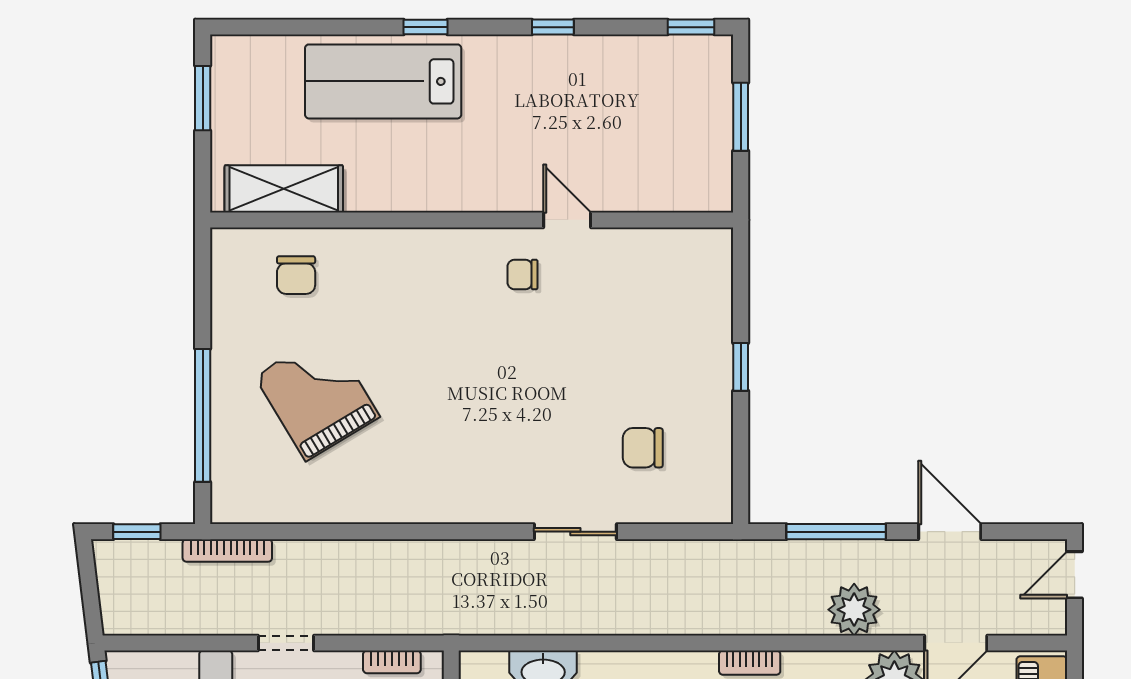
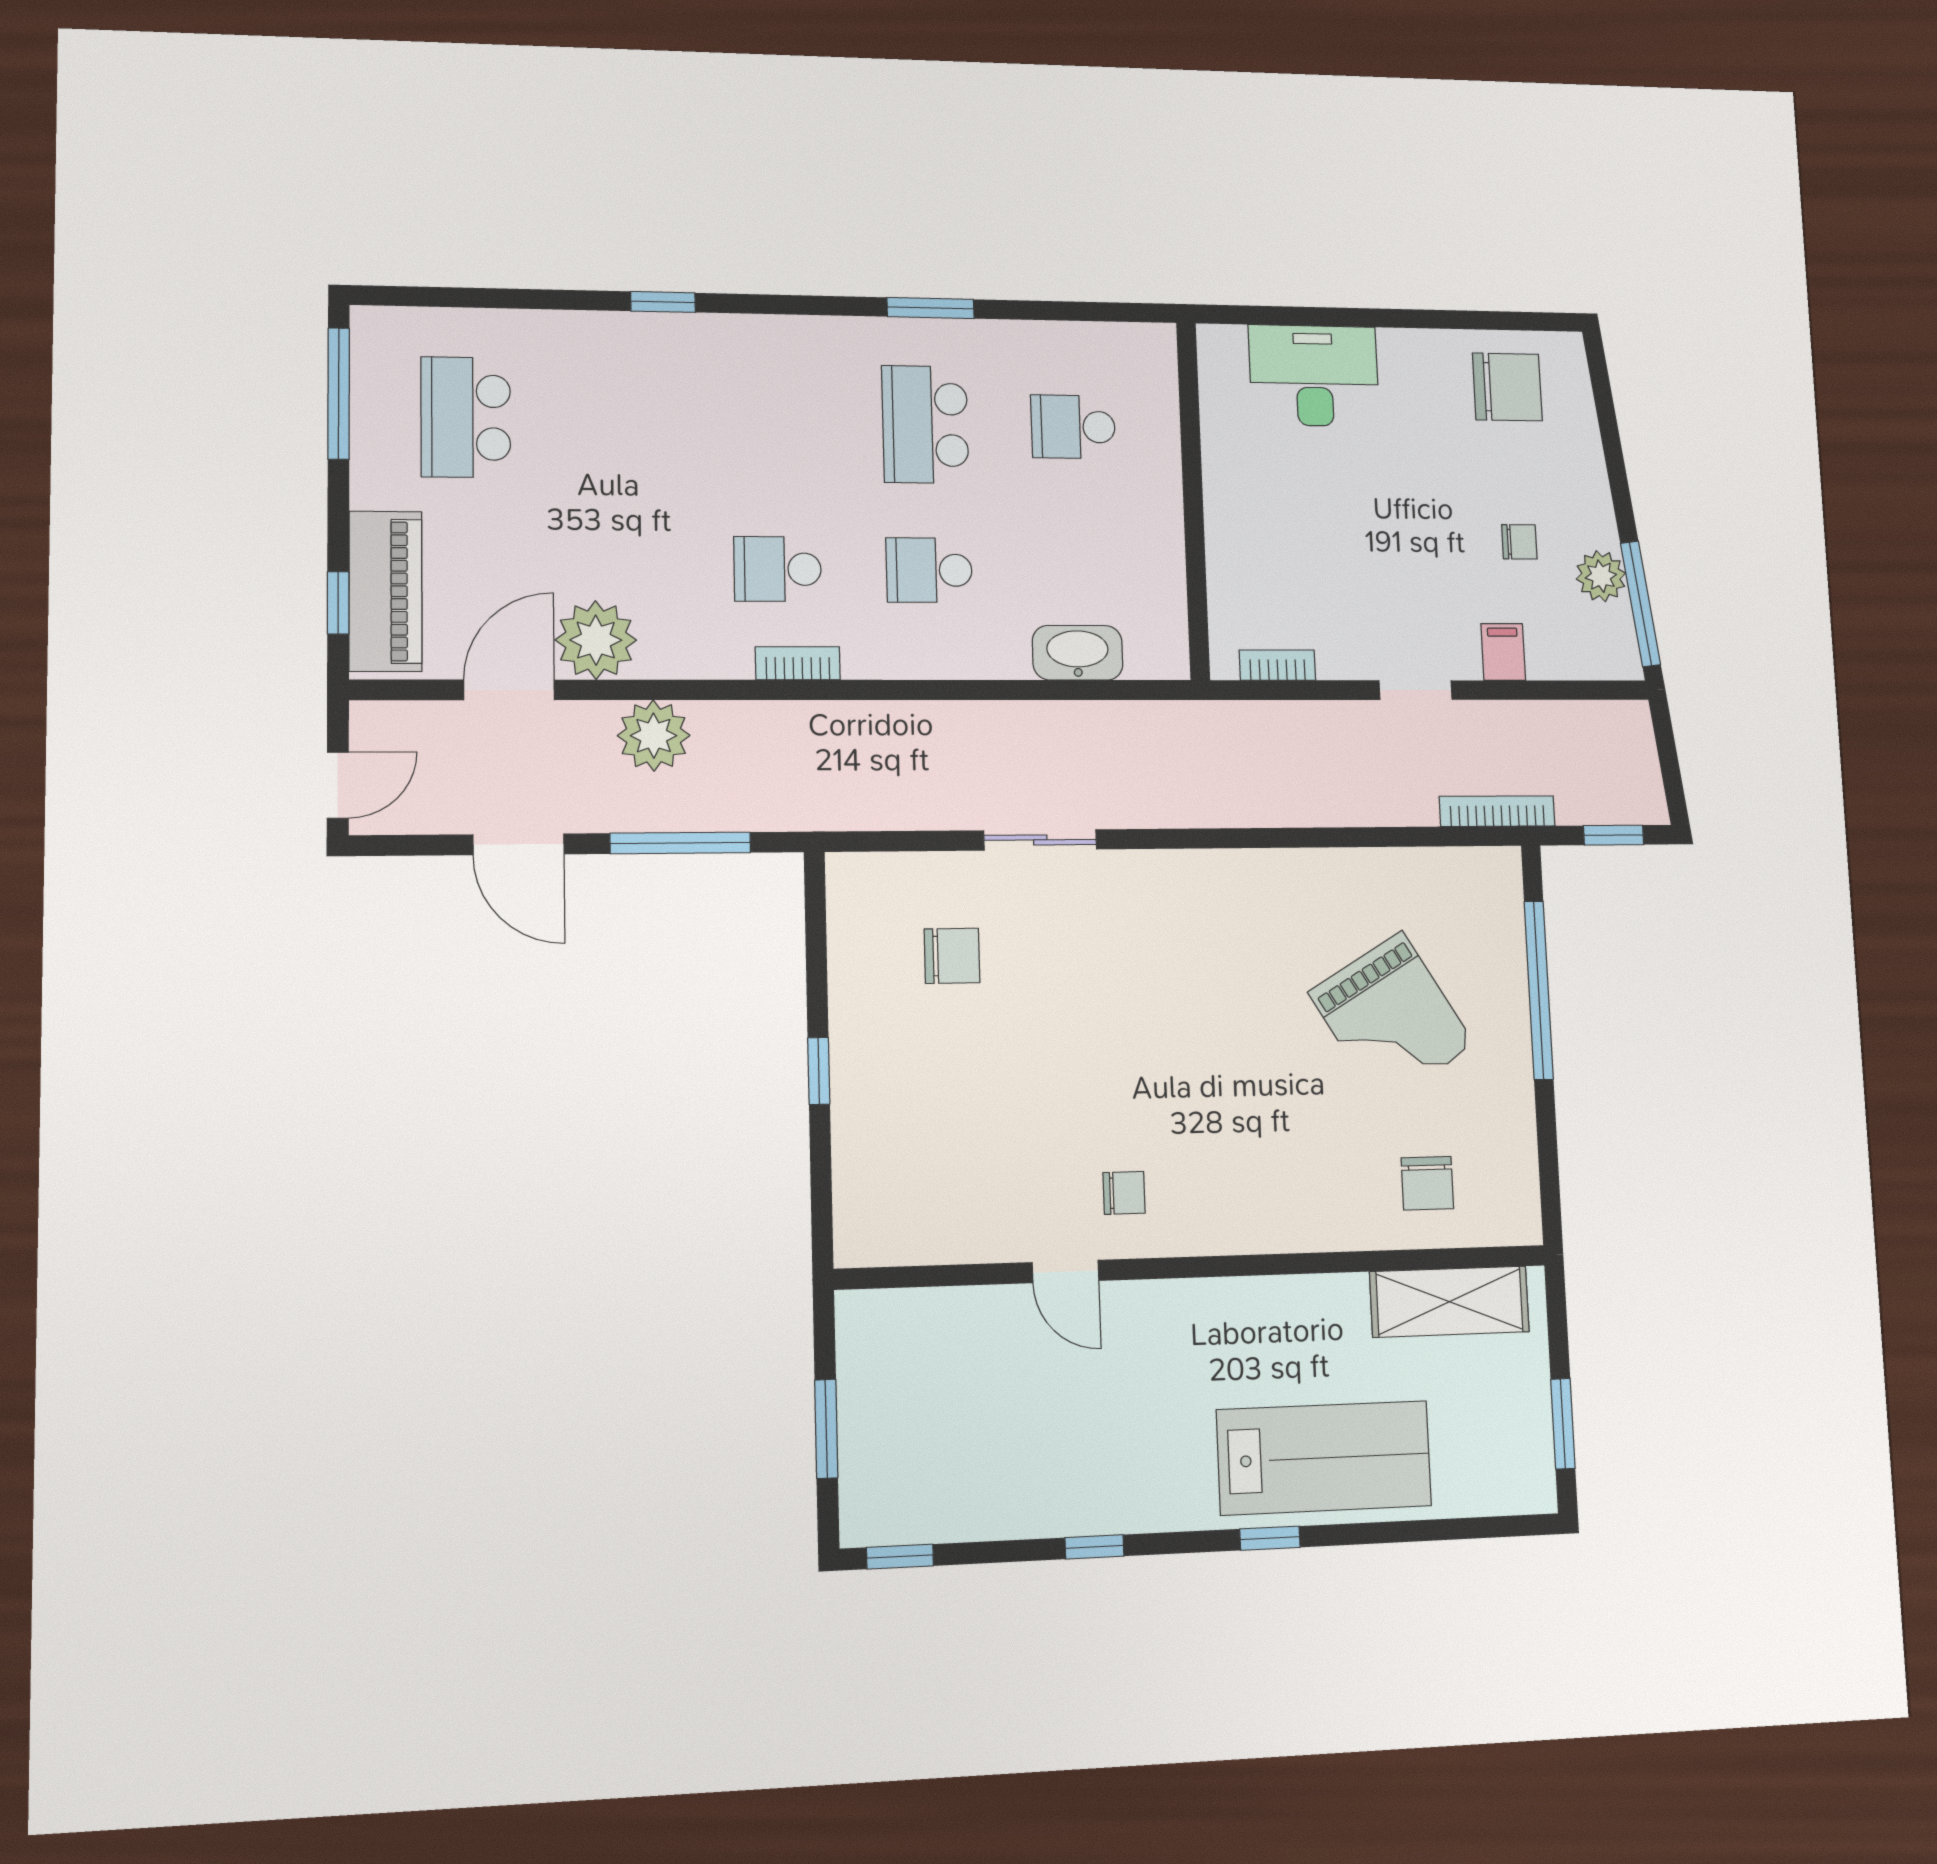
chair: (296, 275) -> (1427, 1183), turned 180

